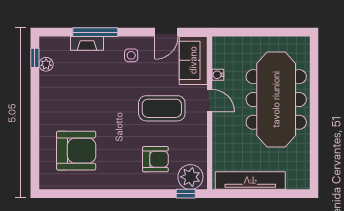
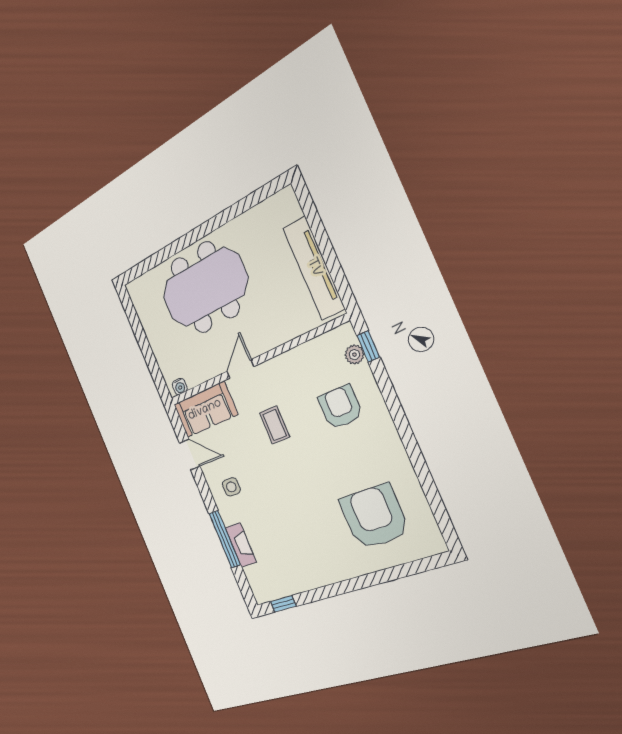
plant: (46, 64) -> (285, 588), removed
water cooler: (218, 75) -> (180, 386), moved
meeting table: (276, 99) -> (205, 288), width x0.73
coffee table: (162, 108) -> (275, 425), width x0.54, depth x0.58
plant: (190, 177) -> (354, 355), width x0.53, depth x0.53

